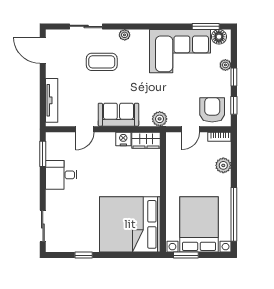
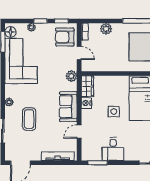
door: (85, 129) -> (79, 132), swing flipped
side table: (112, 176) -> (114, 112), added

